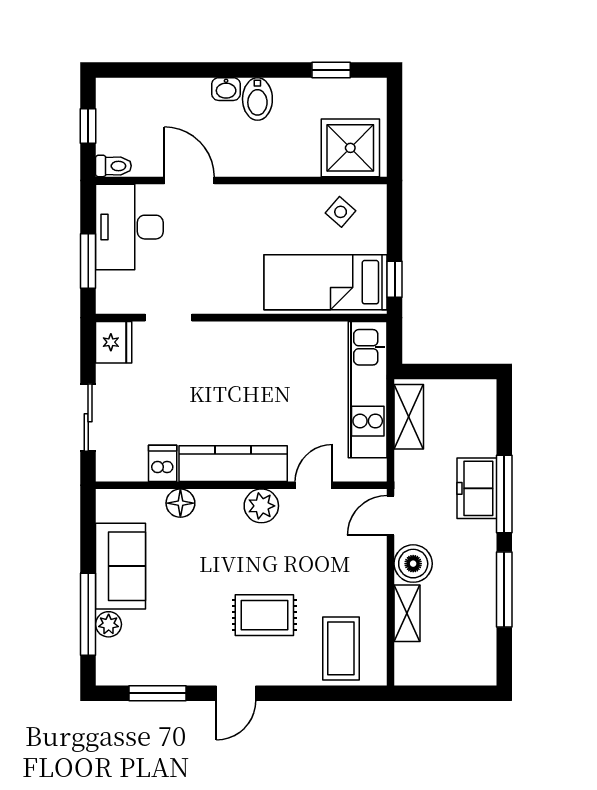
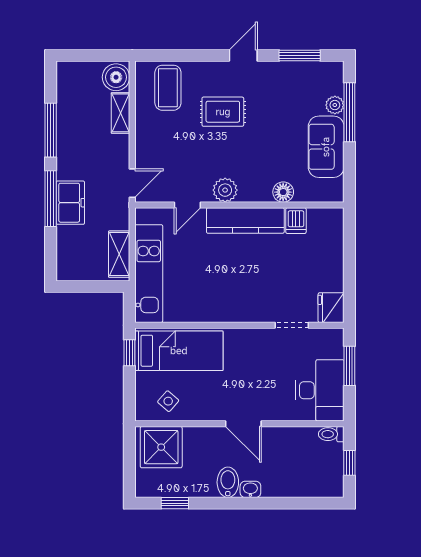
door: (189, 181) -> (243, 424), moved
sliding door: (88, 418) -> (349, 253), removed
boiler: (413, 564) -> (116, 77), moved

